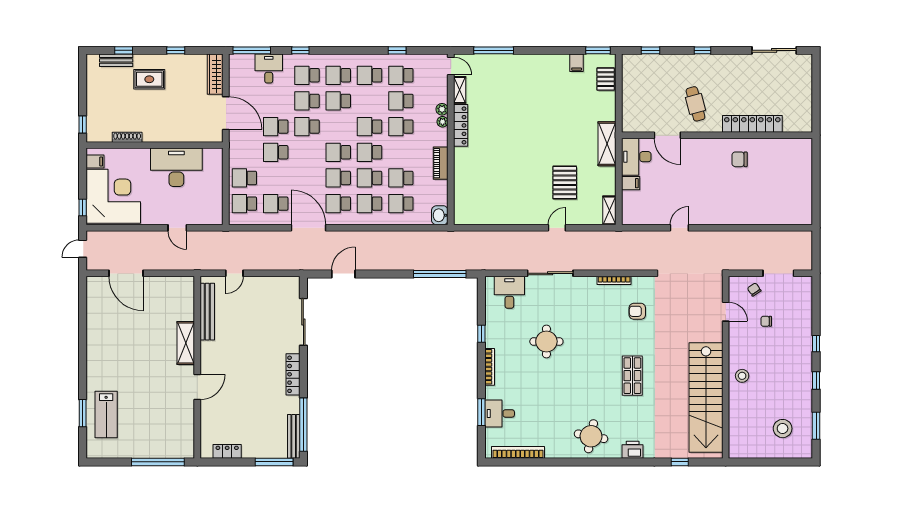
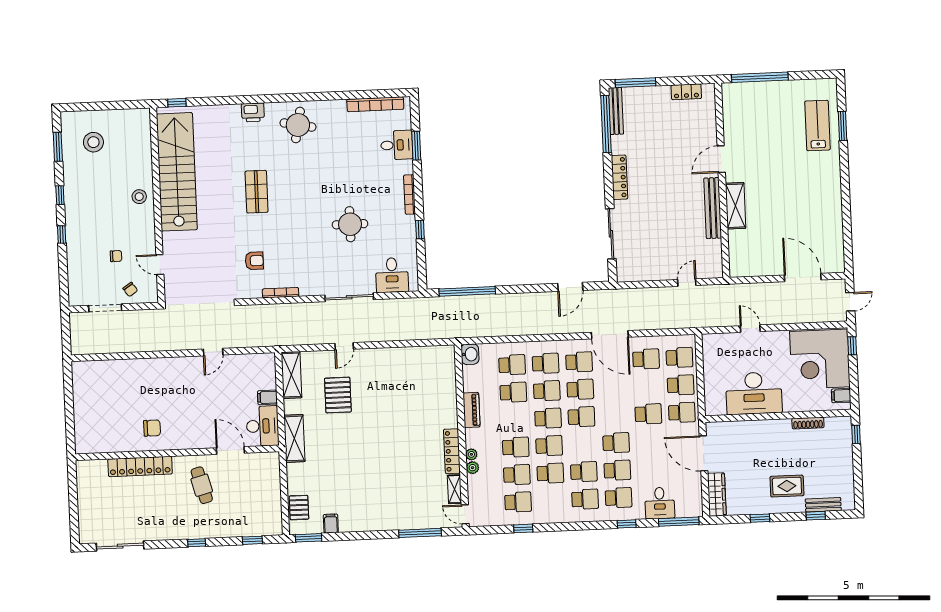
school desk: (370, 75) -> (550, 473), moved
school desk: (276, 127) -> (682, 412), moved
shelving: (609, 210) -> (291, 375), width x1.50, depth x1.33
bench: (207, 312) -> (713, 208), moved
window: (680, 462) -> (177, 103), moved

